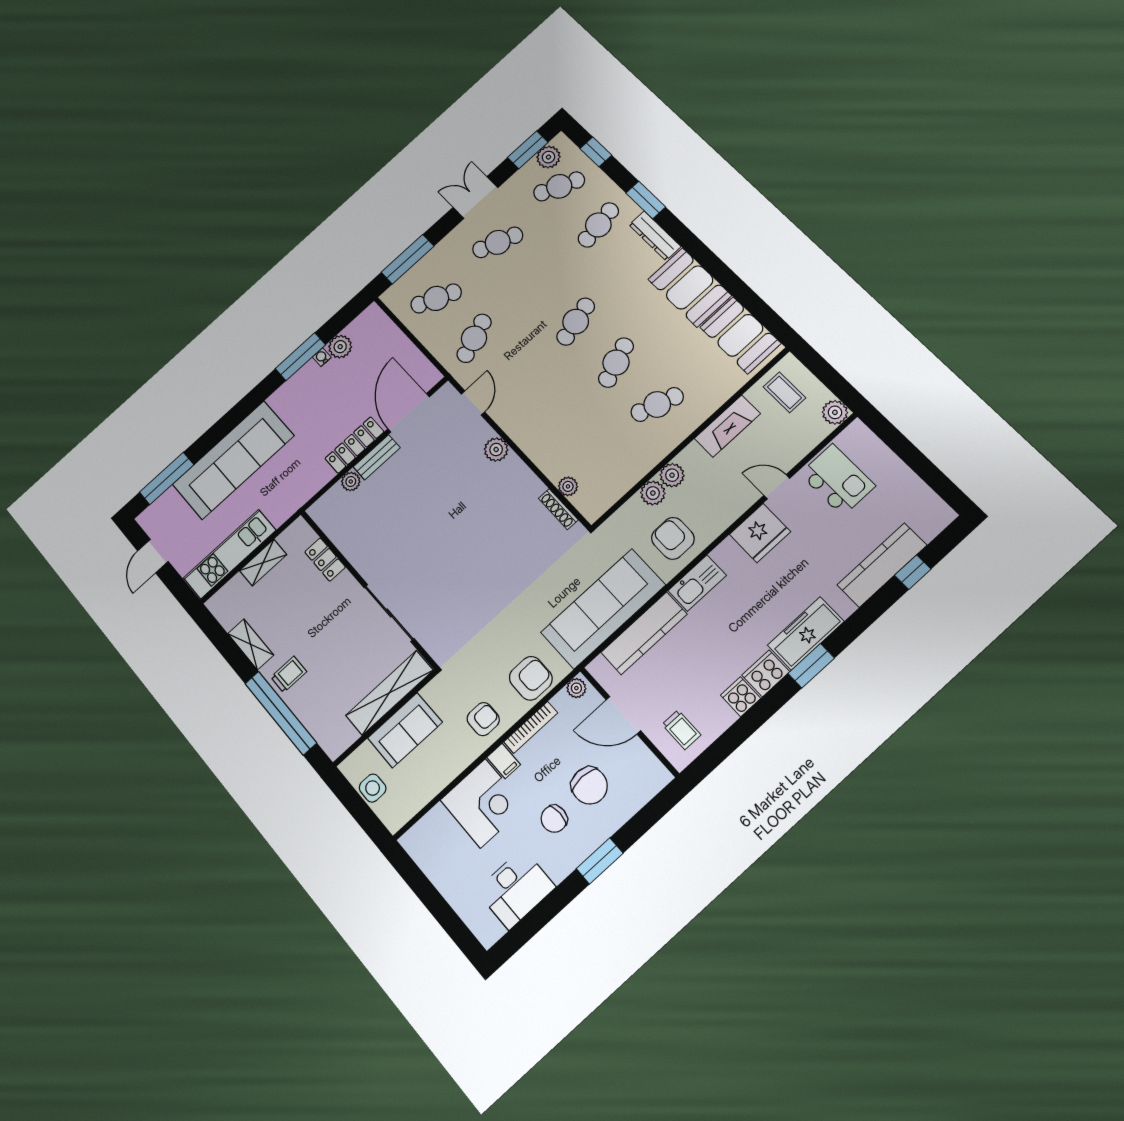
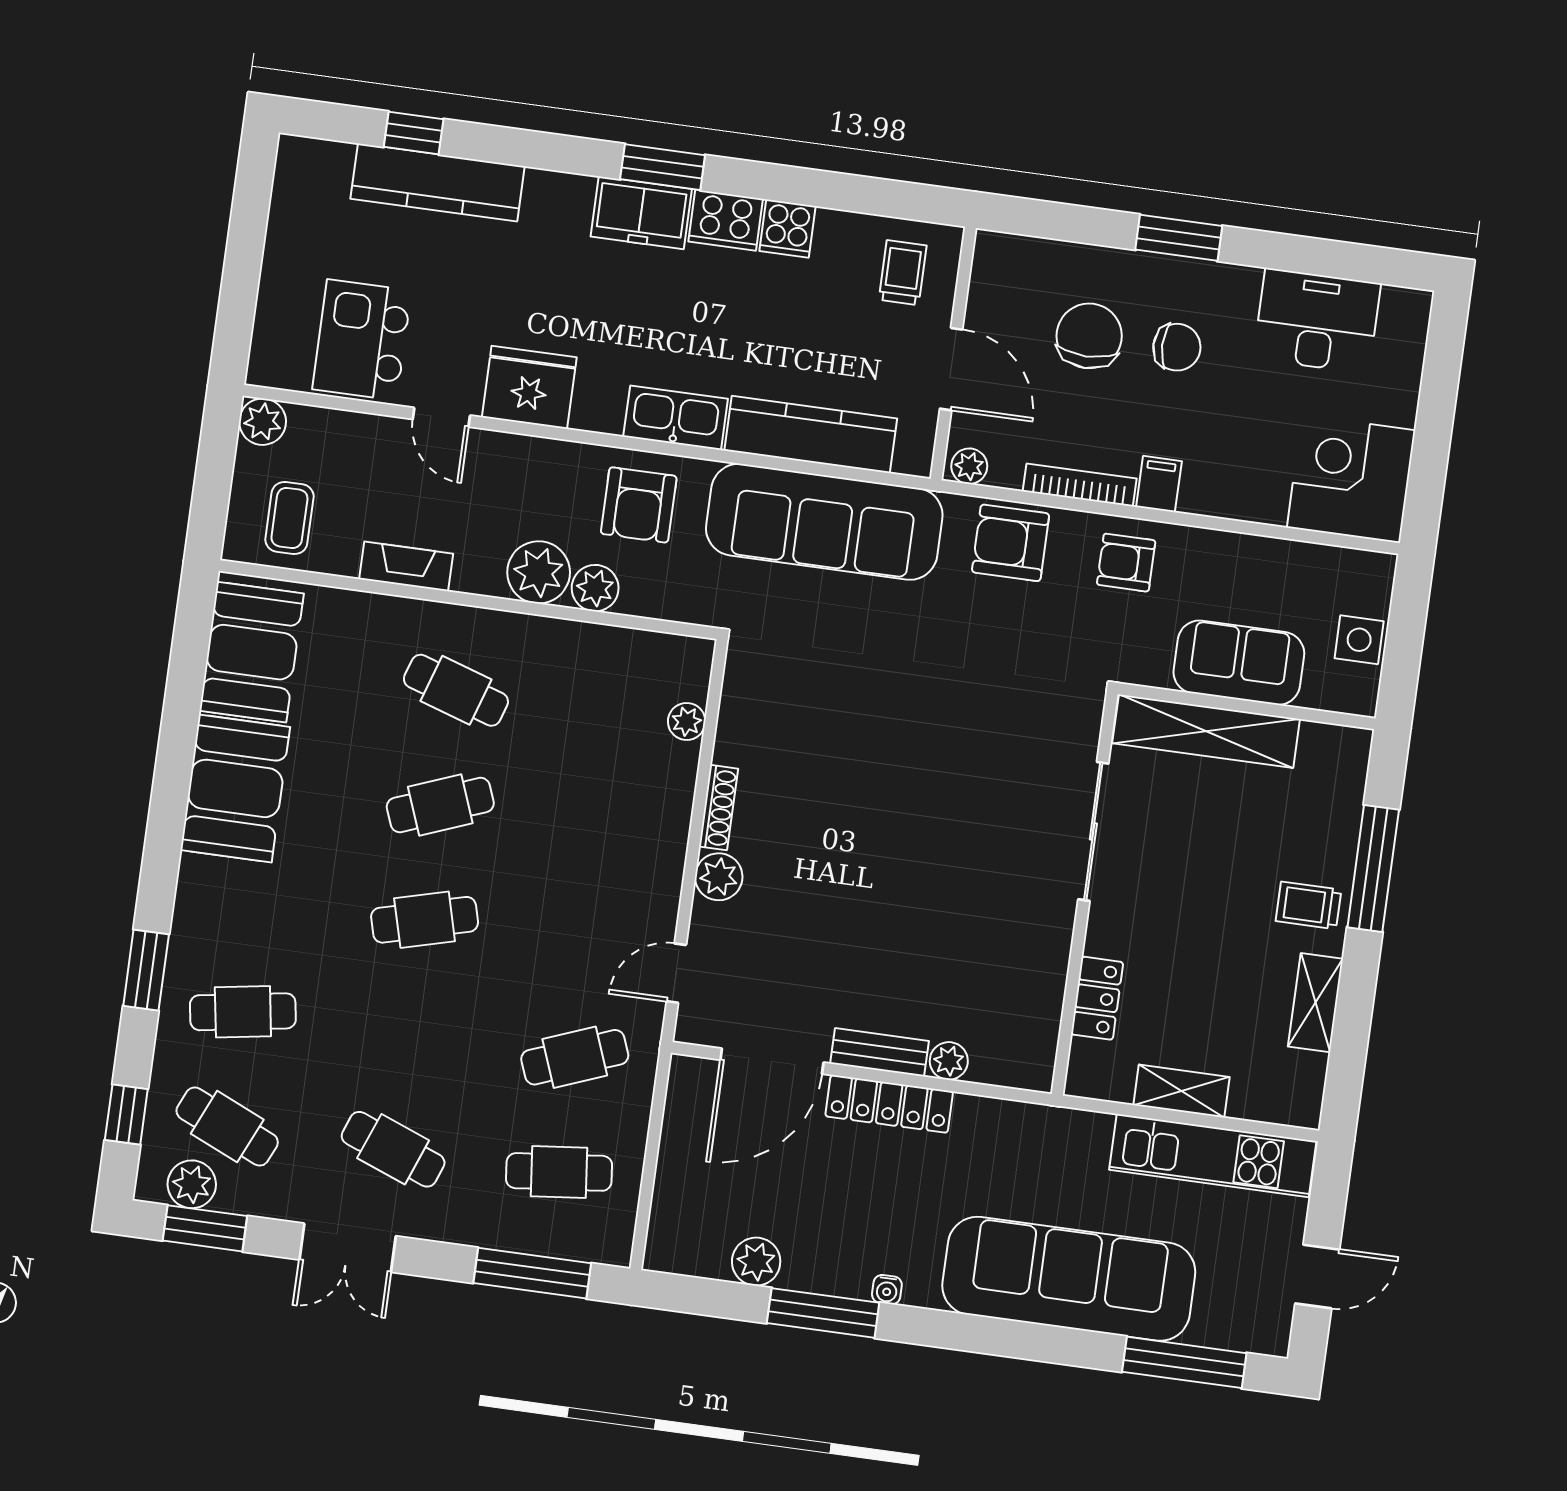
dresser: (655, 236) -> (193, 909), removed
cafe table: (436, 298) -> (559, 1172), turned -30
water cooler: (322, 357) -> (887, 1290), moved
fireplace: (727, 426) -> (406, 566), width x0.73, depth x0.76
plant: (672, 475) -> (539, 572), width x1.36, depth x1.36
shoe rack: (558, 509) -> (719, 808), moved
freezer: (806, 633) -> (641, 213), width x0.71
window: (281, 713) -> (1373, 868), width x0.68
corner desk: (483, 803) -> (1351, 479), moved

